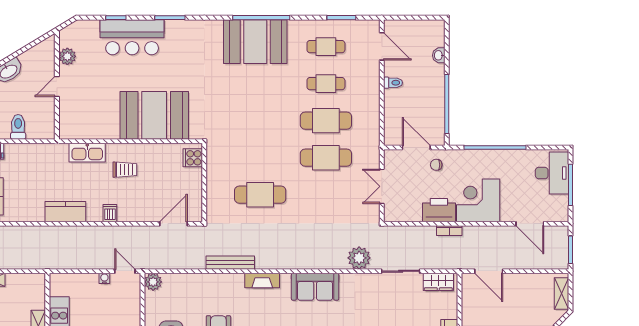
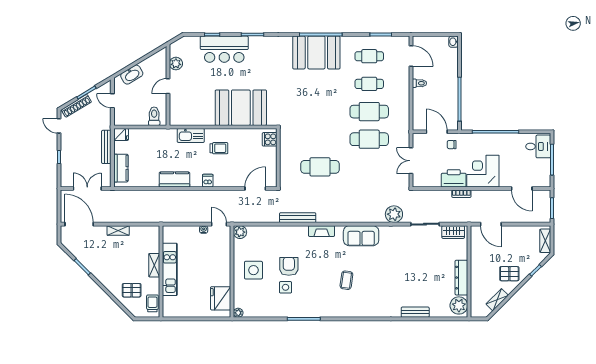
washbasin: (439, 55) -> (453, 42), moved
toilet: (18, 127) -> (154, 116), moved
desk: (552, 173) -> (538, 146), width x0.73

